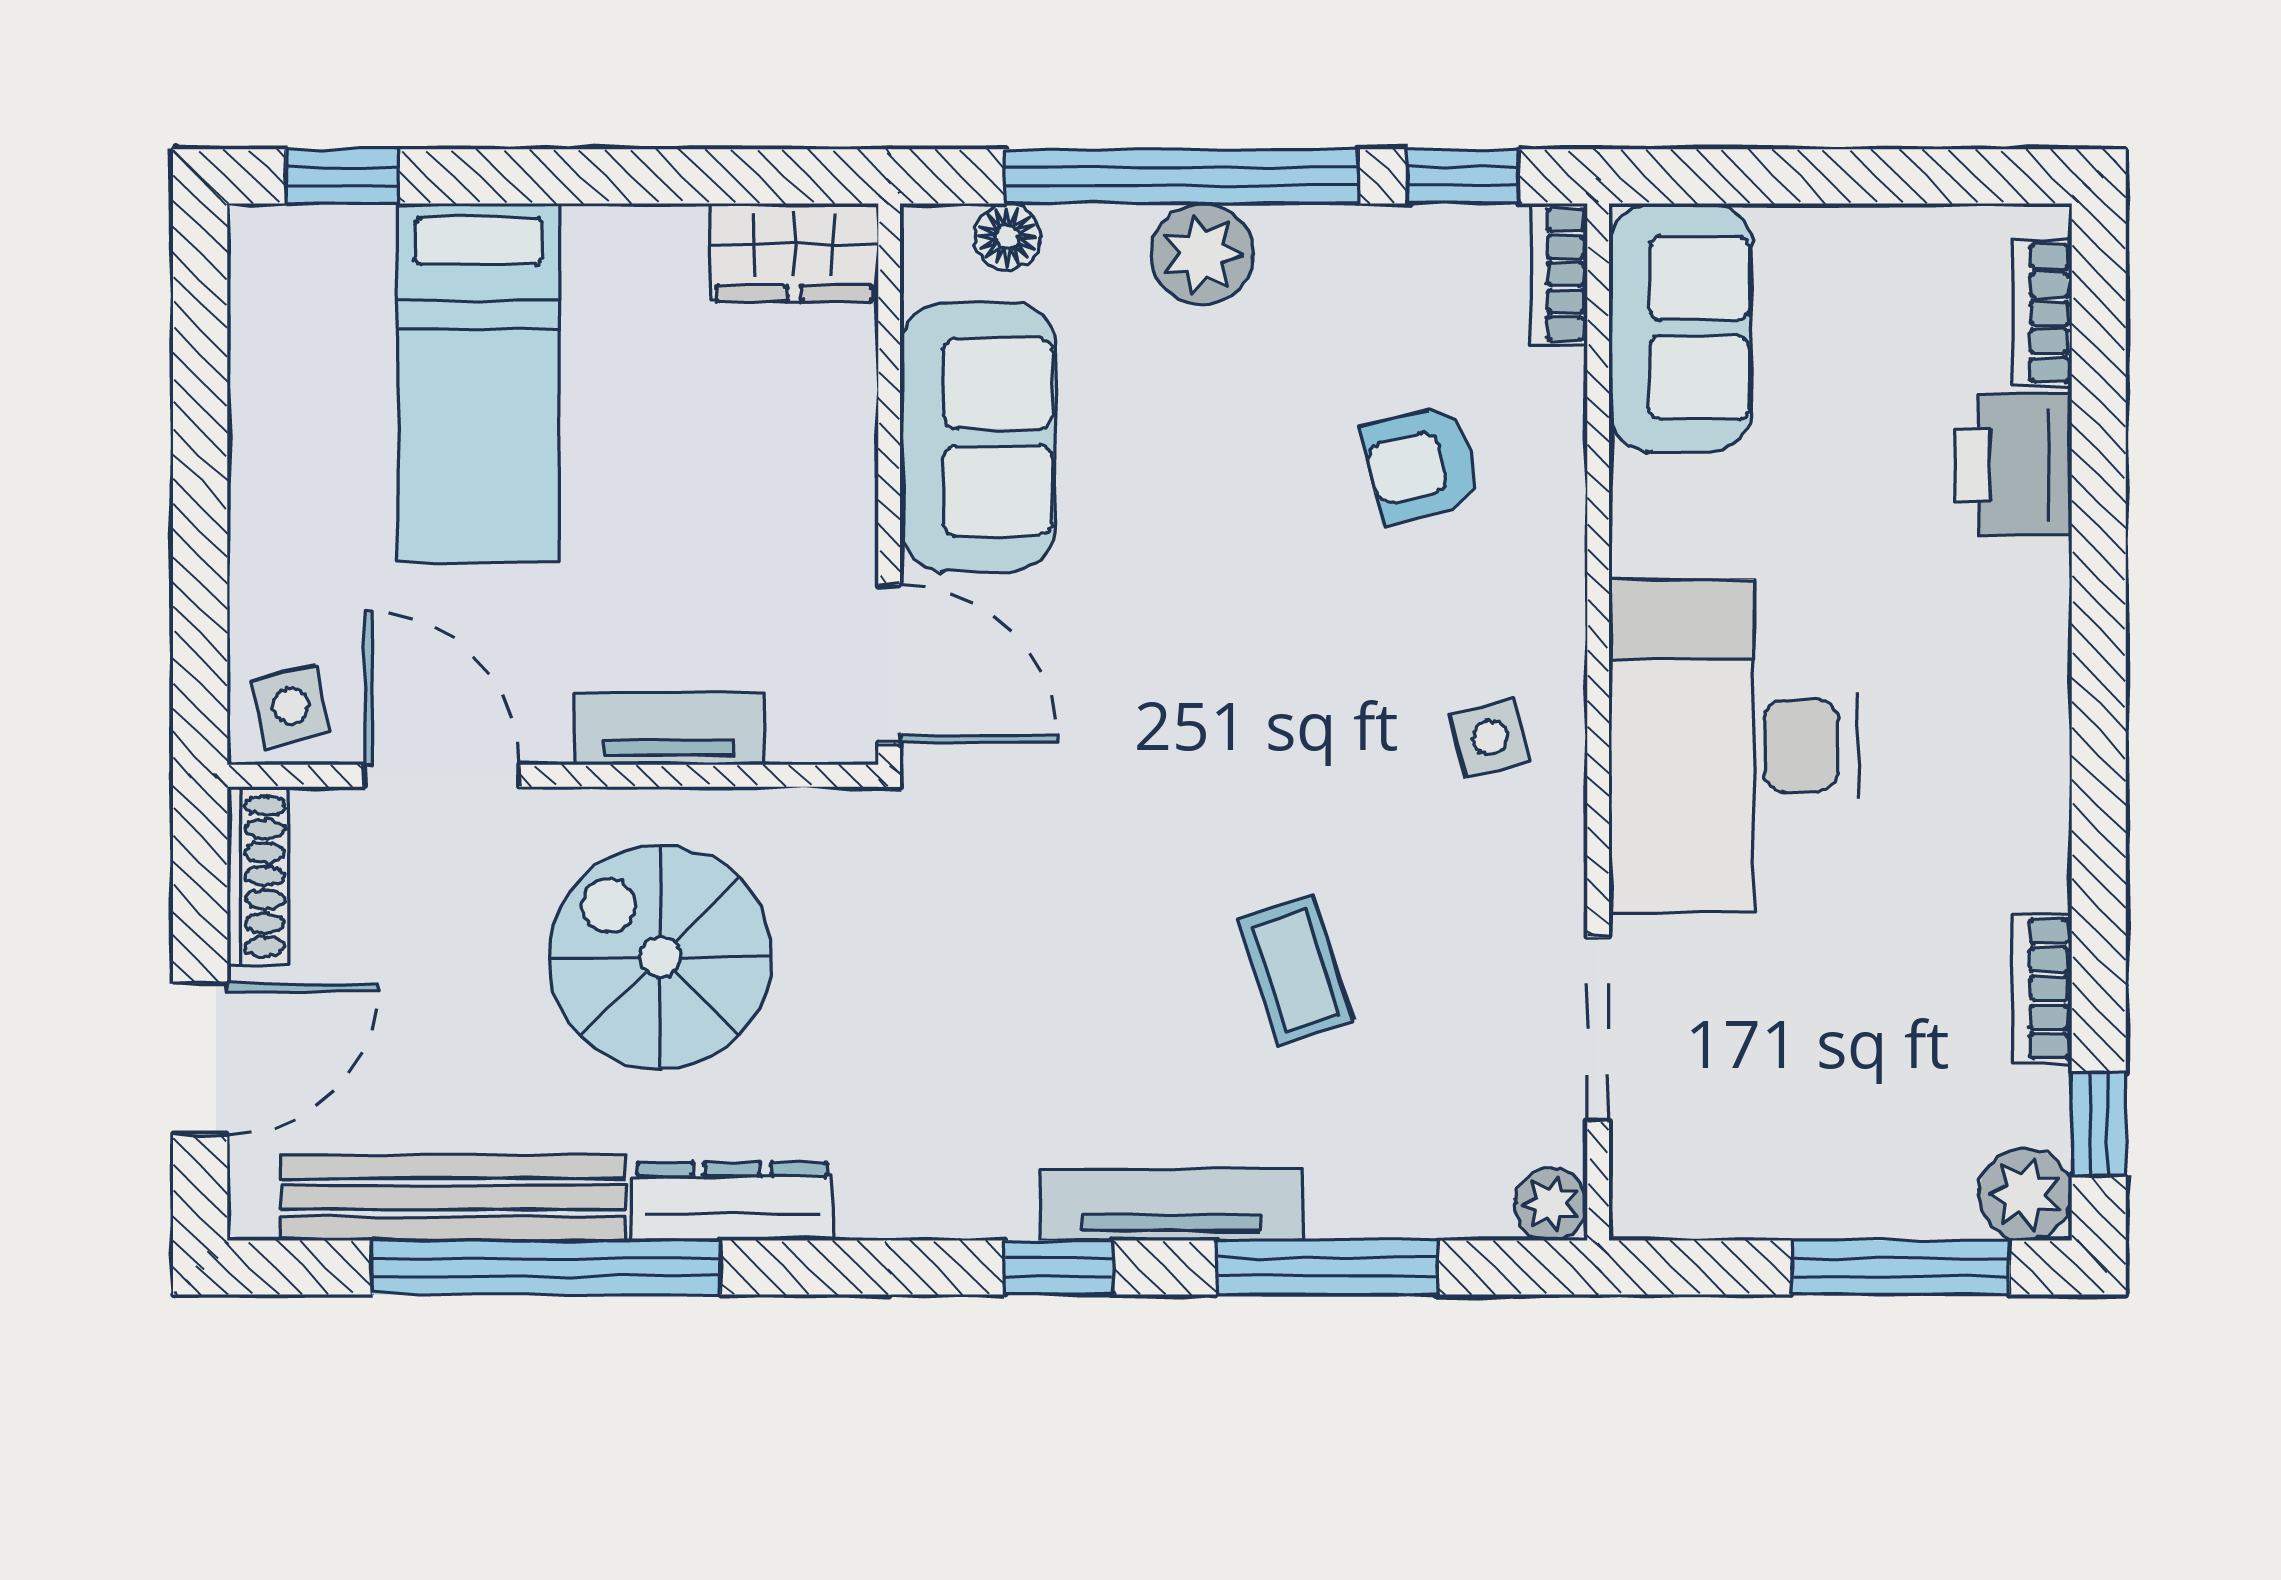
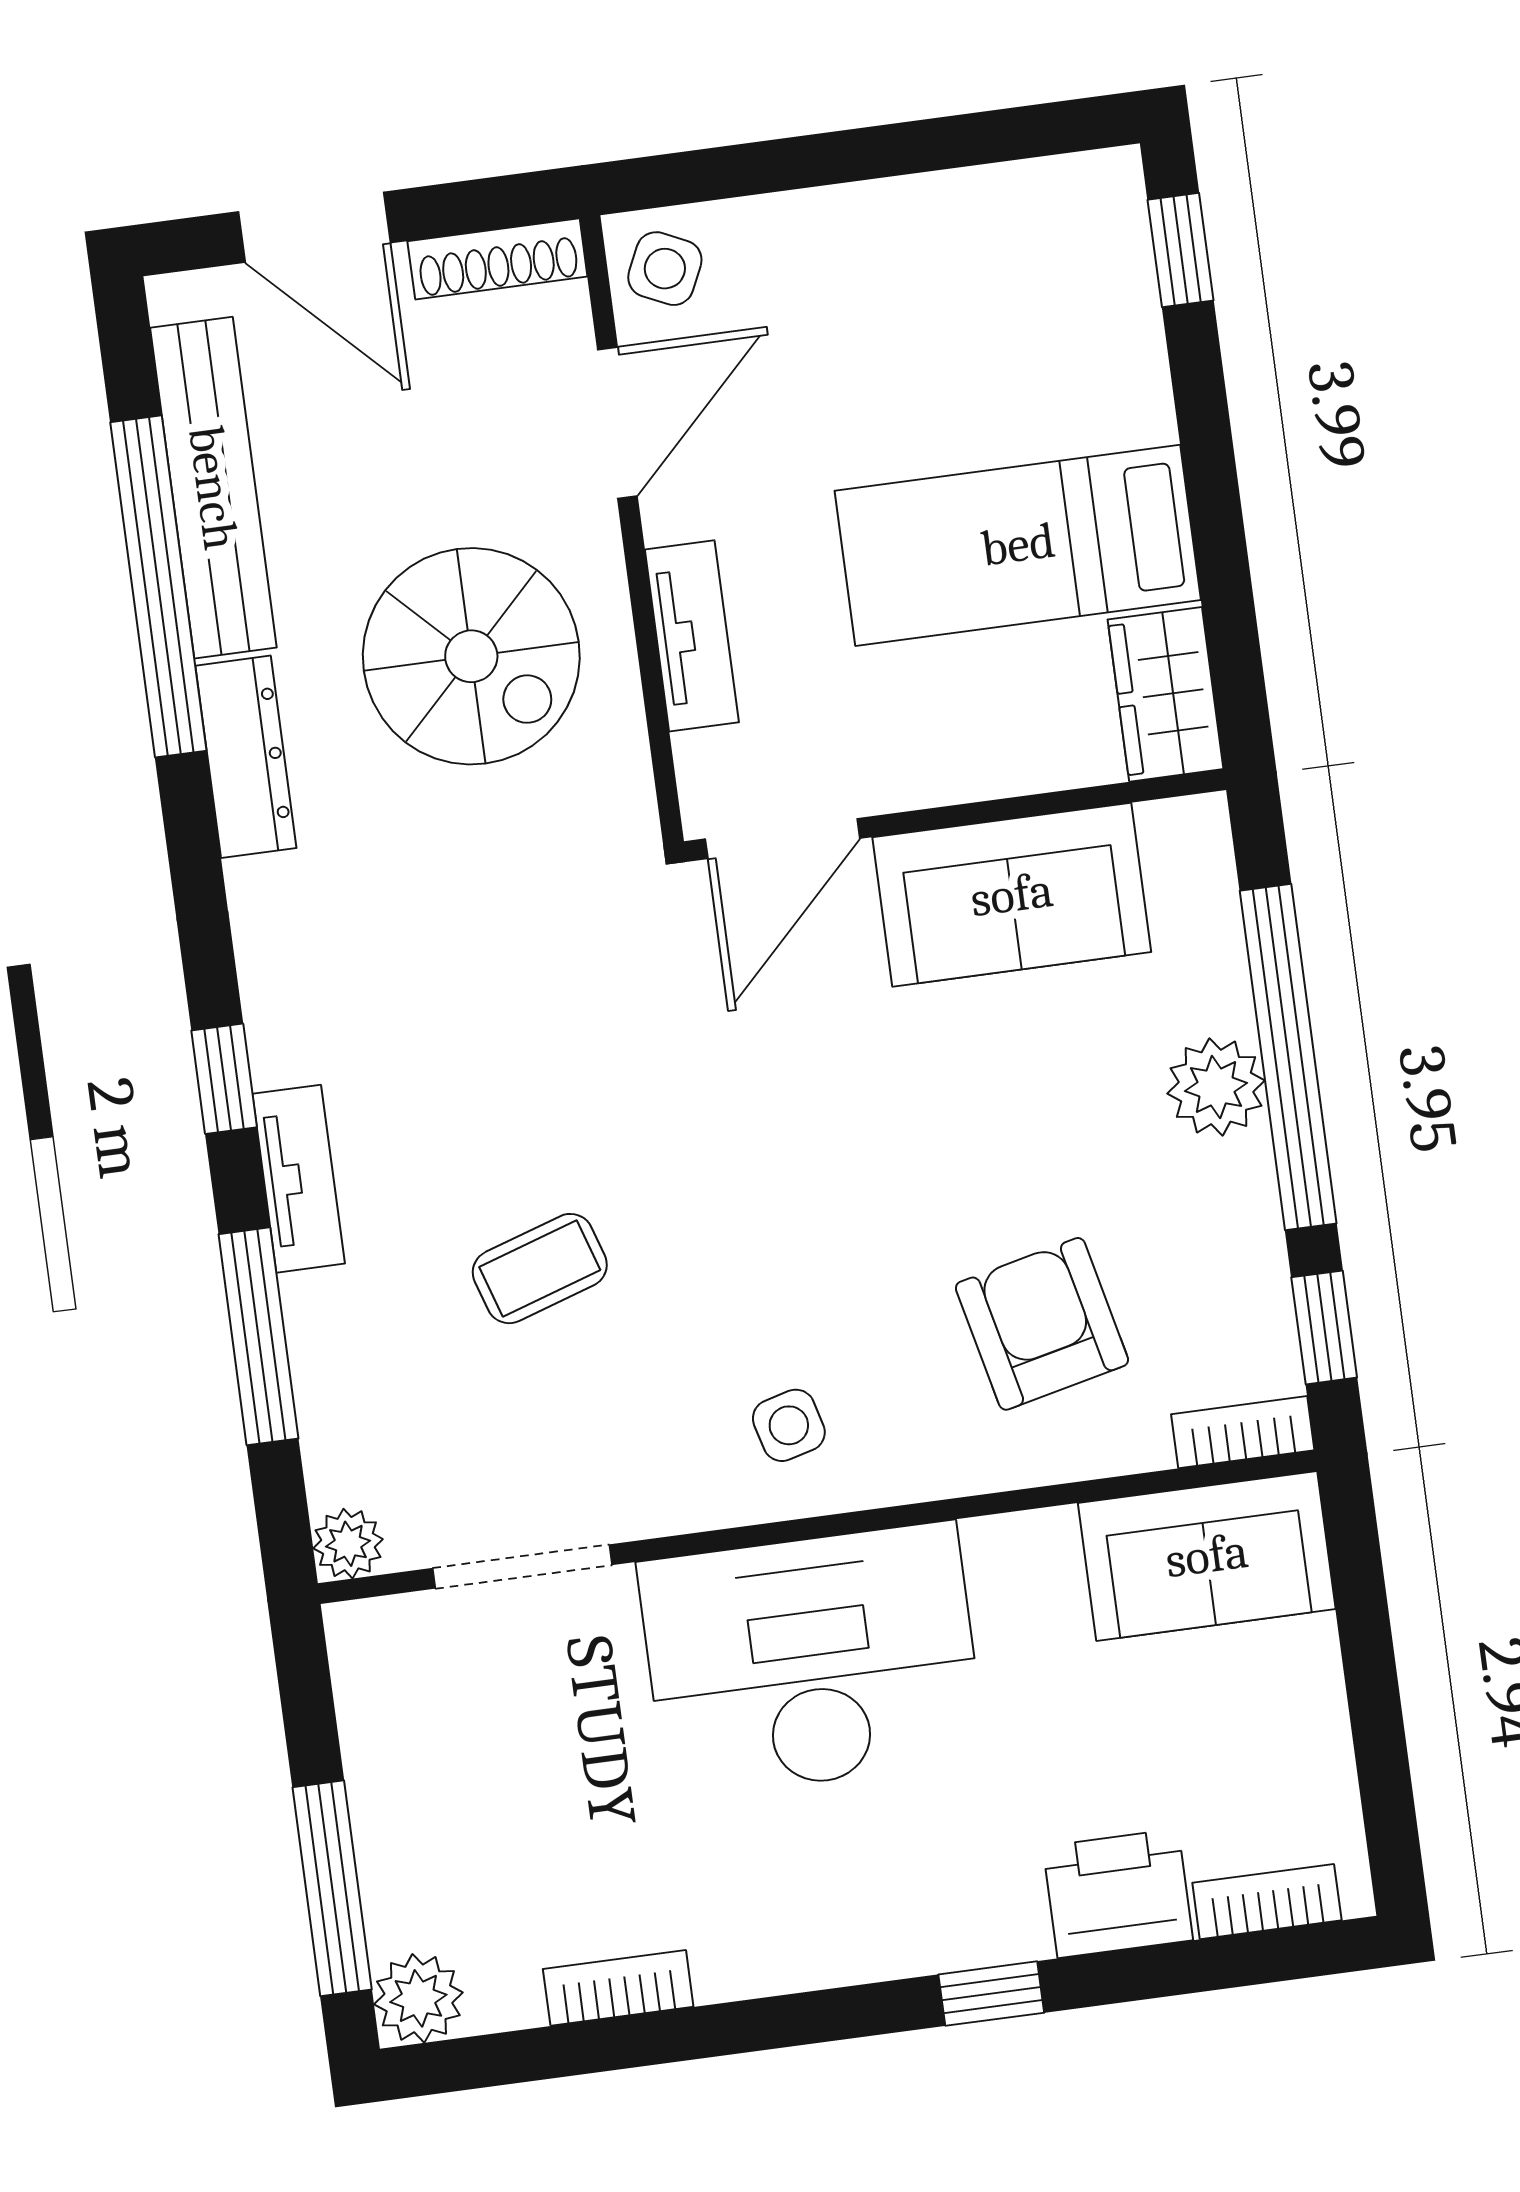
floor lamp: (1007, 237) -> (1208, 897), removed
bed: (478, 383) -> (1018, 545), moved
armchair: (1421, 465) -> (1042, 1324), width x1.38, depth x1.38
side table: (290, 706) -> (665, 269), turned 37
spiral stairs: (660, 957) -> (471, 656), turned 90
window: (2099, 1124) -> (991, 1994), moved
tv unit: (1171, 1205) -> (299, 1179), width x0.71

